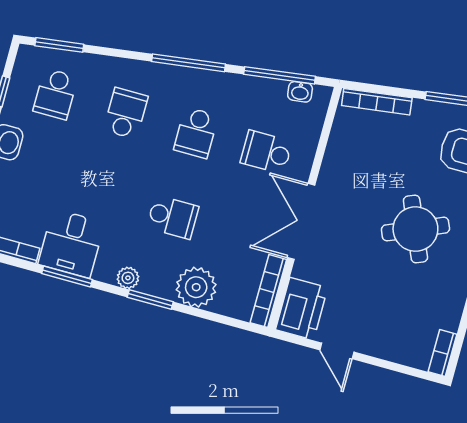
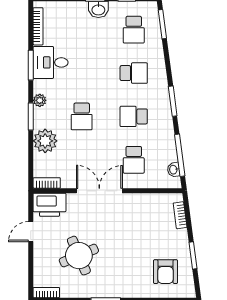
window: (189, 63) -> (173, 101), width x0.69
school desk: (55, 94) -> (134, 30), turned -90
bookcase: (377, 102) -> (180, 215), width x0.64
school desk: (266, 152) -> (134, 160), turned 180
round table: (415, 229) -> (79, 256), moved
bookcase: (268, 291) -> (47, 183), width x0.64

